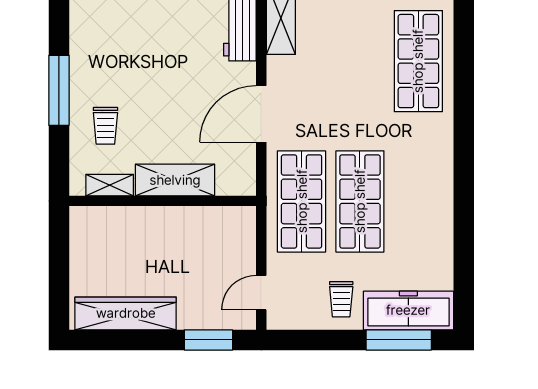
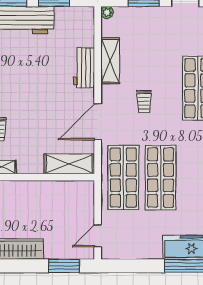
shelving: (175, 180) -> (69, 164), moved
trolley: (341, 299) -> (144, 102), moved

